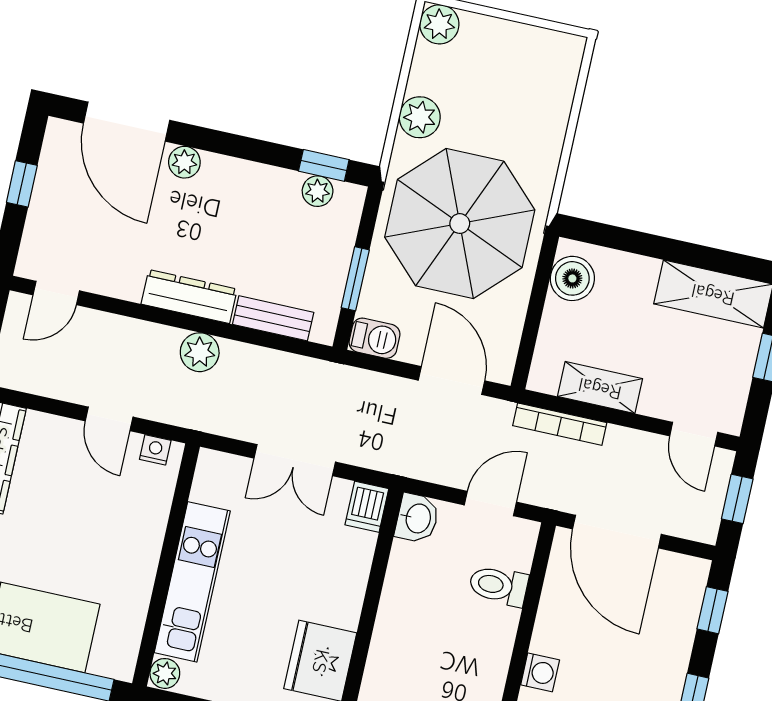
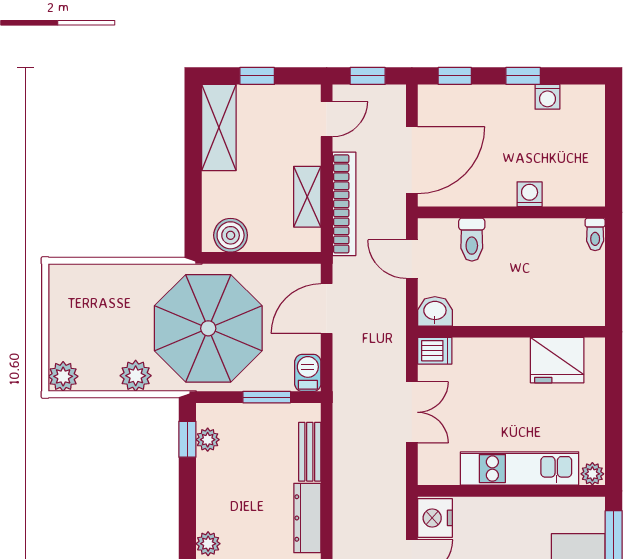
plant: (200, 352) -> (347, 501), removed
bookcase: (560, 424) -> (344, 204), width x1.48, depth x1.31
nightstand: (155, 450) -> (435, 518), width x1.89, depth x1.79

